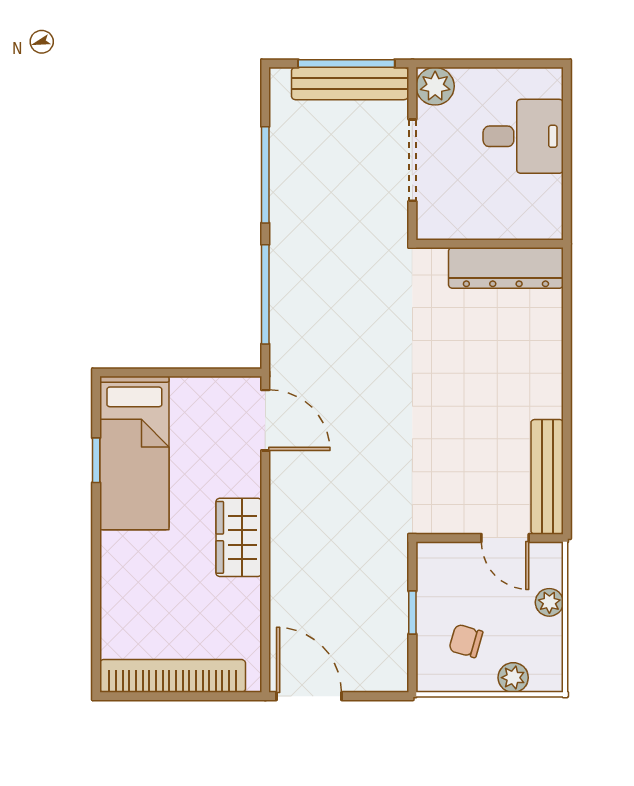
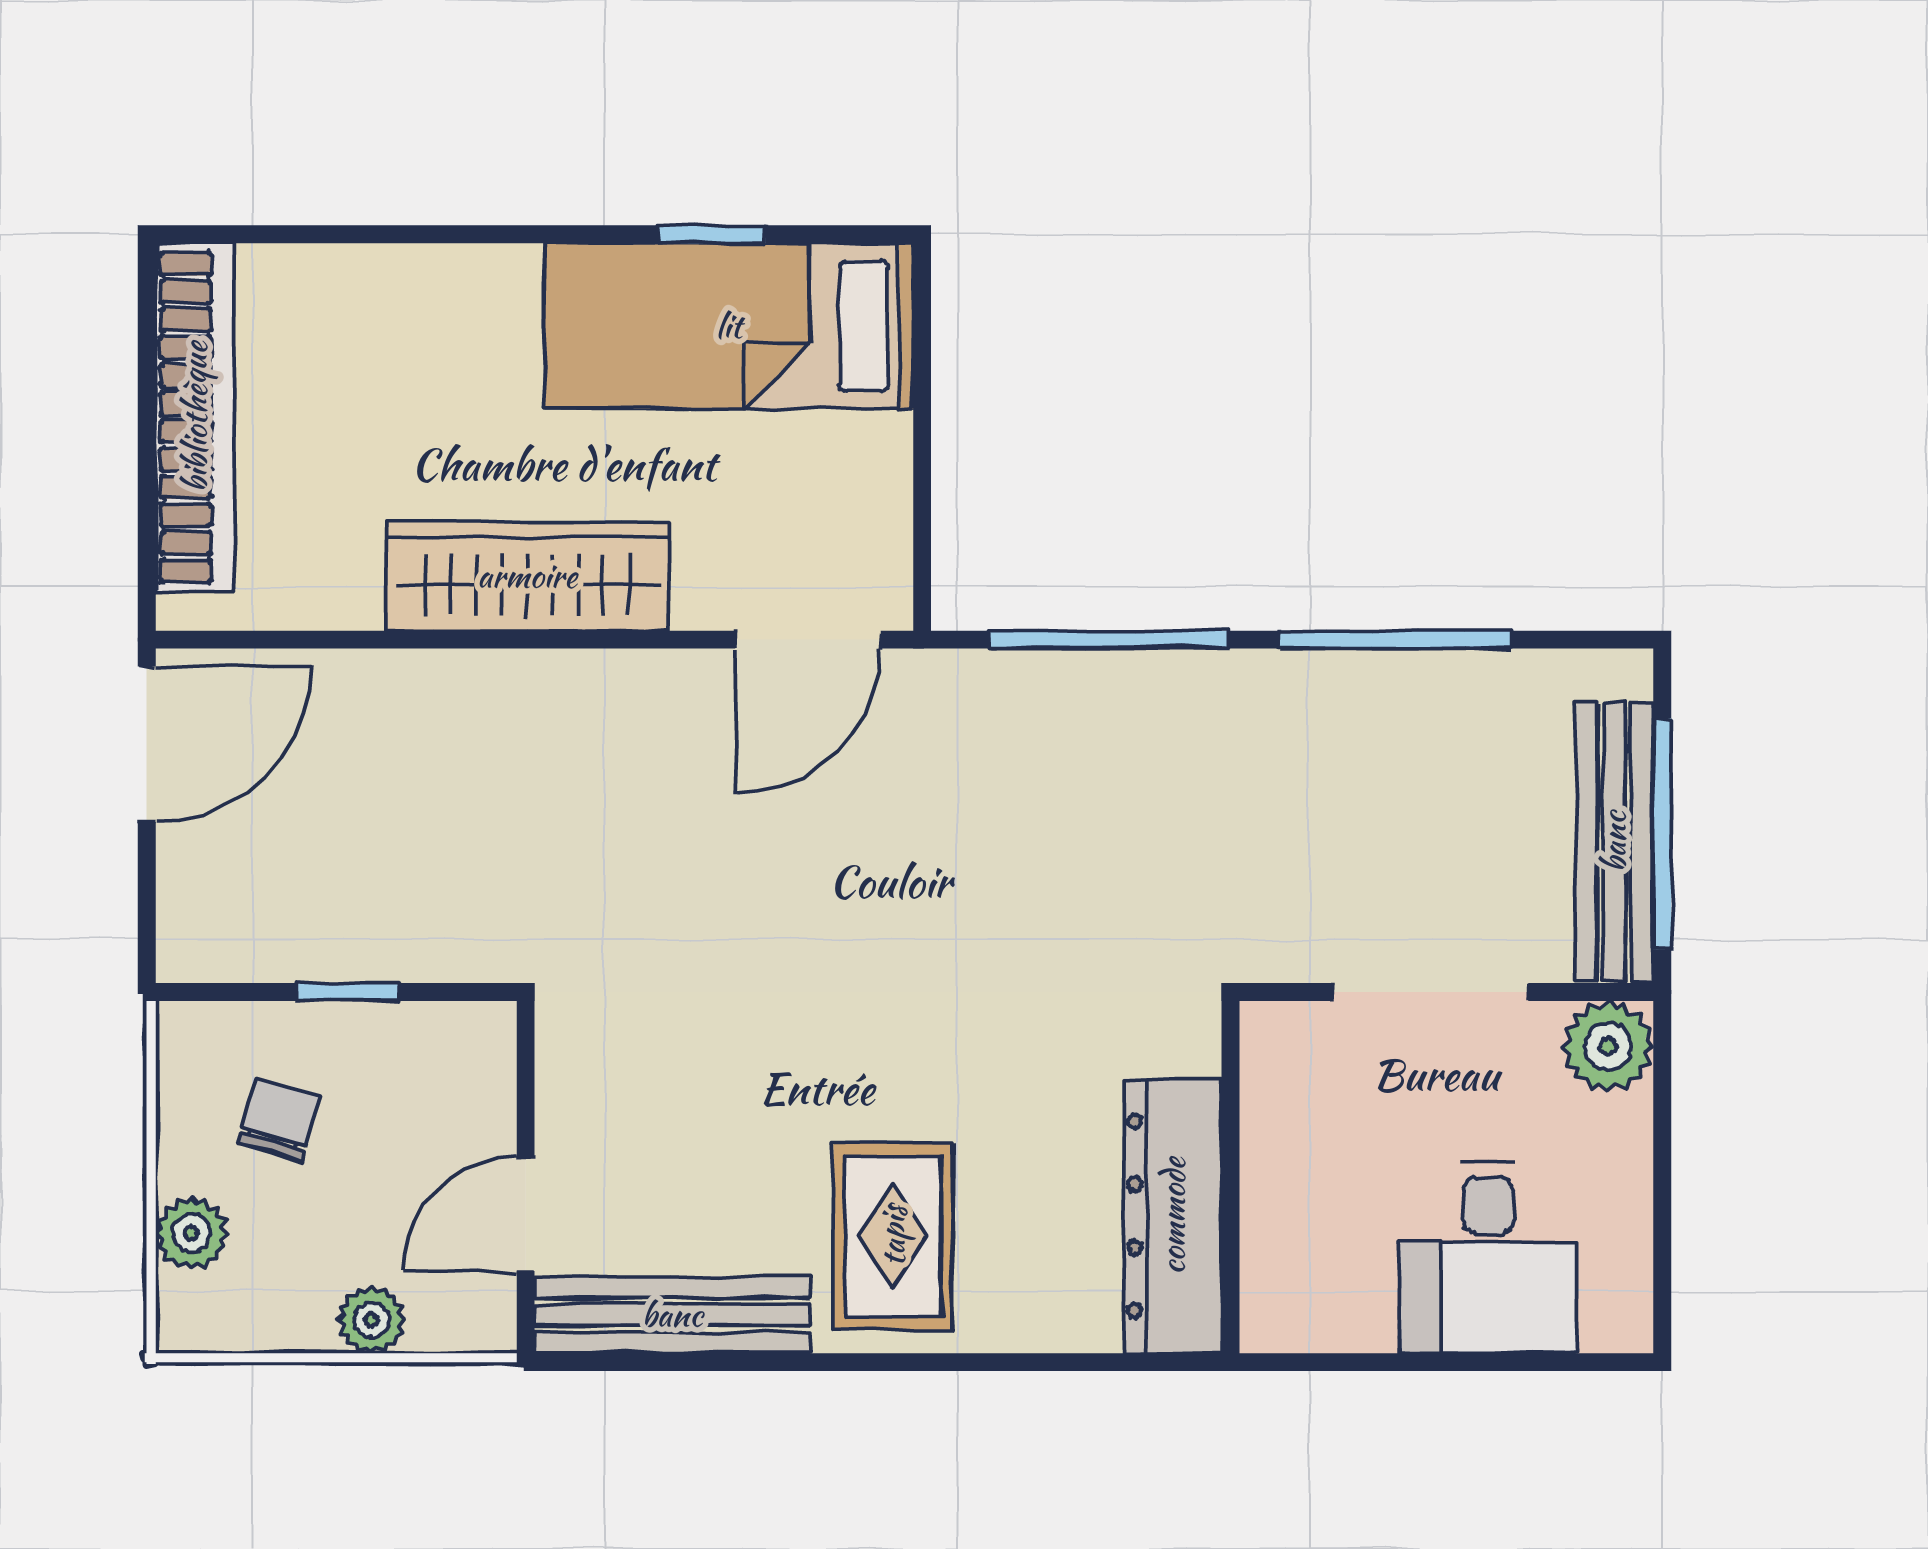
rug: (514, 385) -> (893, 1236), added
wardrobe: (239, 537) -> (527, 576), width x1.50

